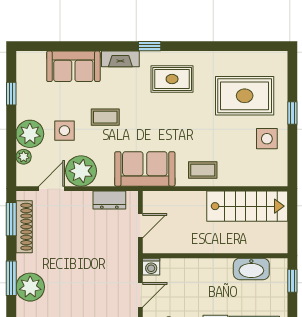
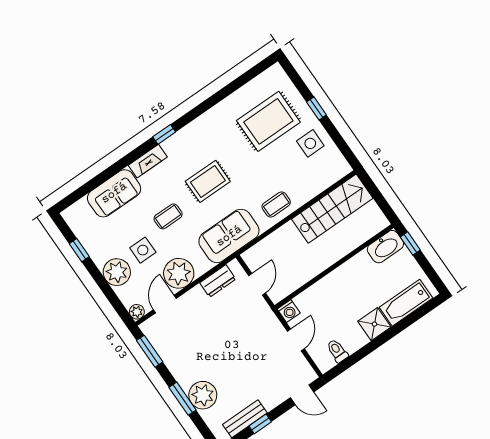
rug: (172, 79) -> (208, 181), moved
plant: (24, 157) -> (137, 312), moved
shoe rack: (24, 227) -> (164, 350), removed
washbasin: (251, 269) -> (385, 247), moved

